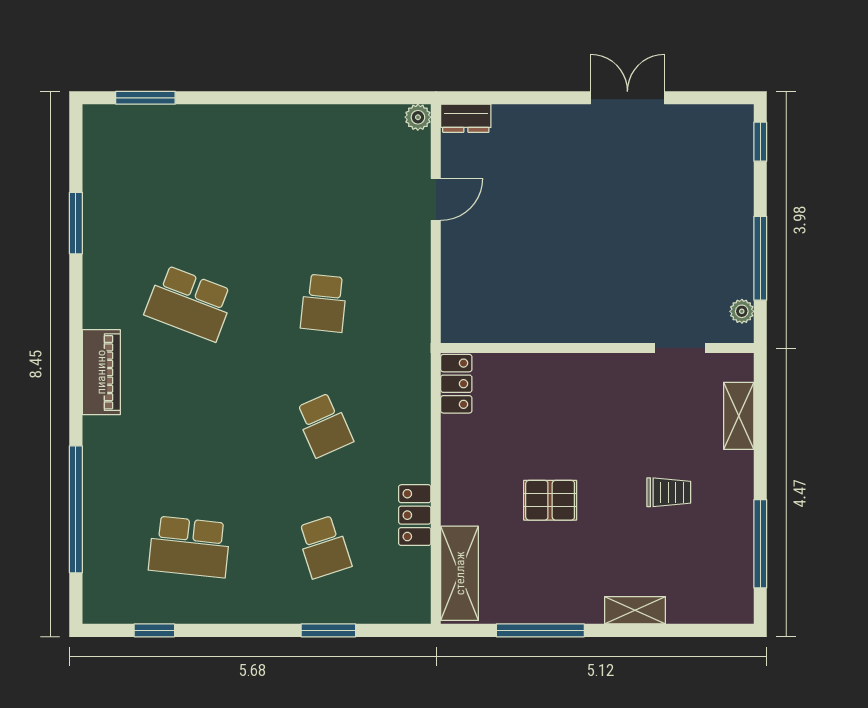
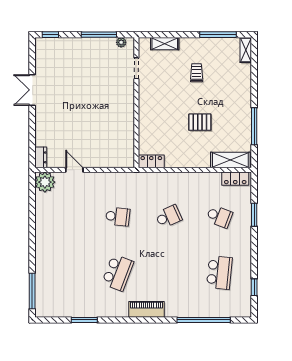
window: (145, 98) -> (32, 291), width x1.44
plant: (418, 117) -> (45, 182), width x1.88, depth x1.88
pallet: (550, 500) -> (200, 122), turned 90
locker: (415, 515) -> (235, 179), moved
school desk: (324, 547) -> (219, 217), turned 39
shelving: (635, 610) -> (246, 50), moved

